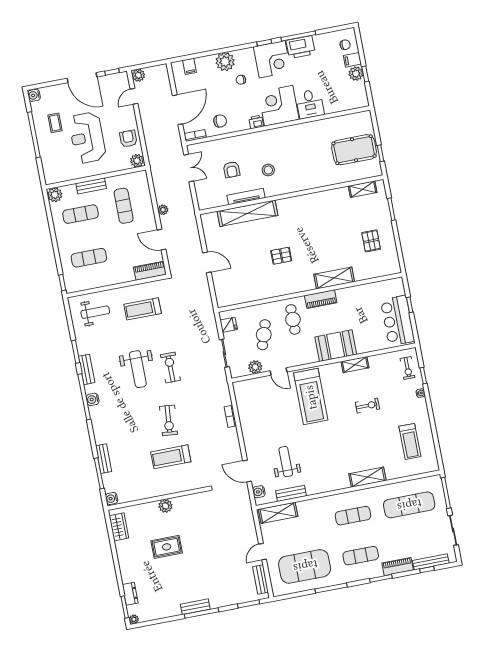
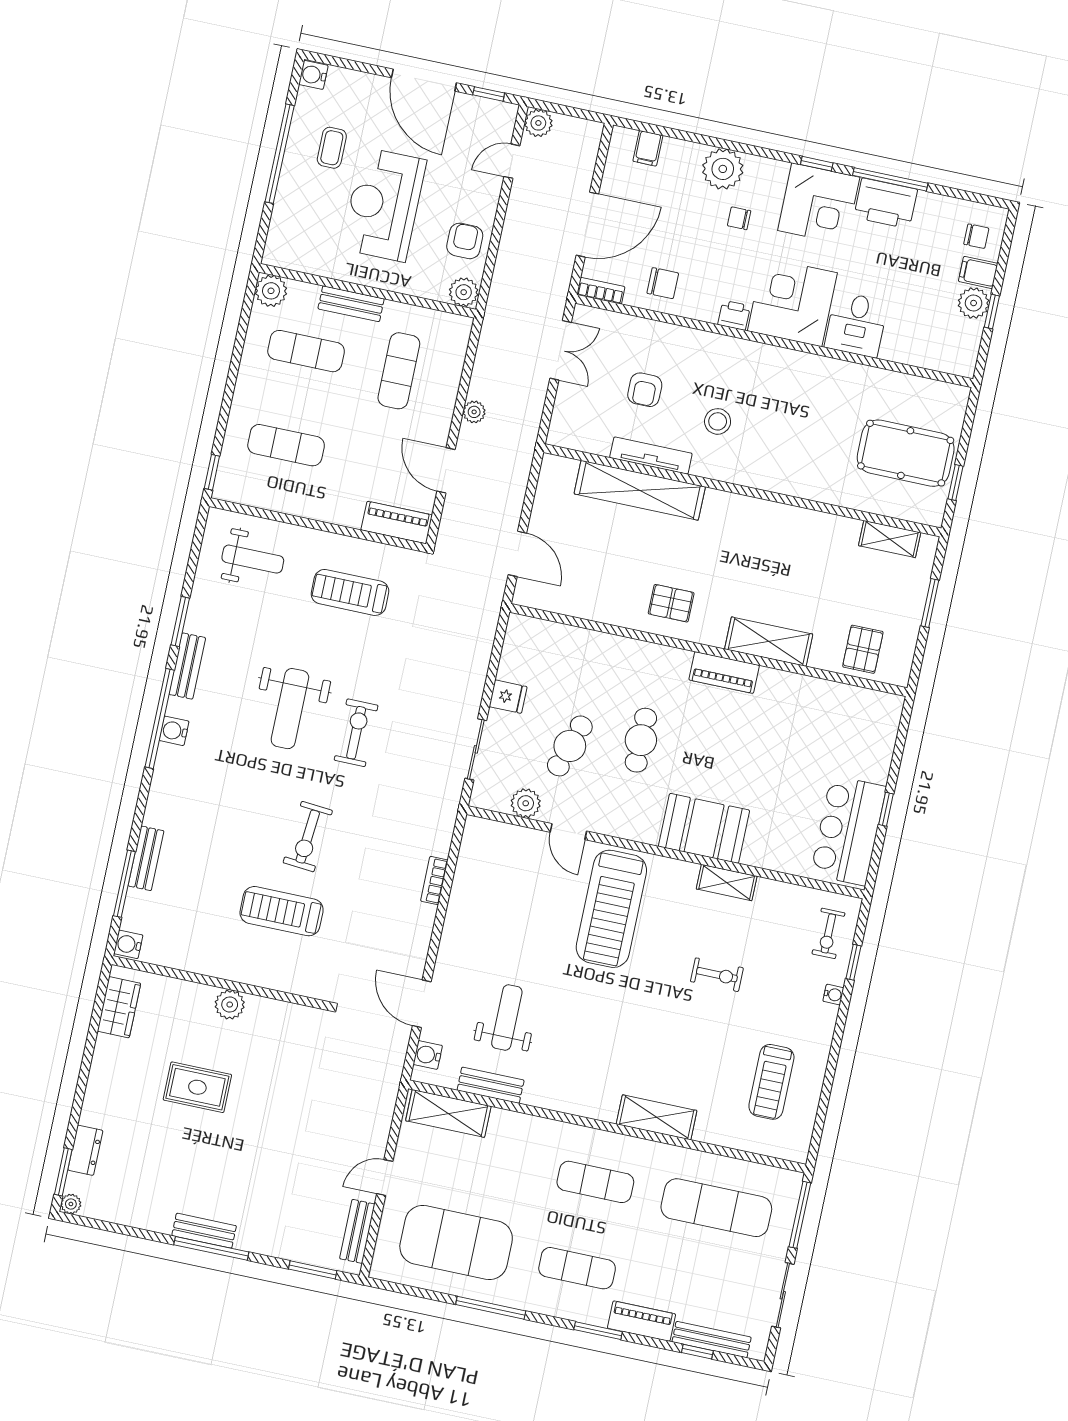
shelving: (334, 278) -> (769, 642), moved
wall: (310, 292) -> (708, 650), moved
piano: (321, 299) -> (724, 673), moved

